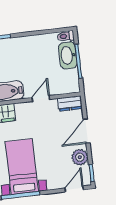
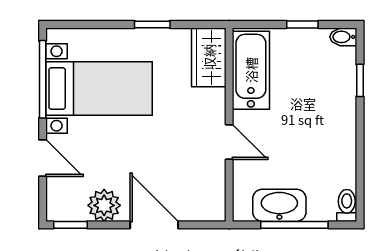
washbasin: (68, 55) -> (279, 205), moved
dresser: (70, 103) -> (213, 198), removed
door: (74, 189) -> (43, 158), moved

